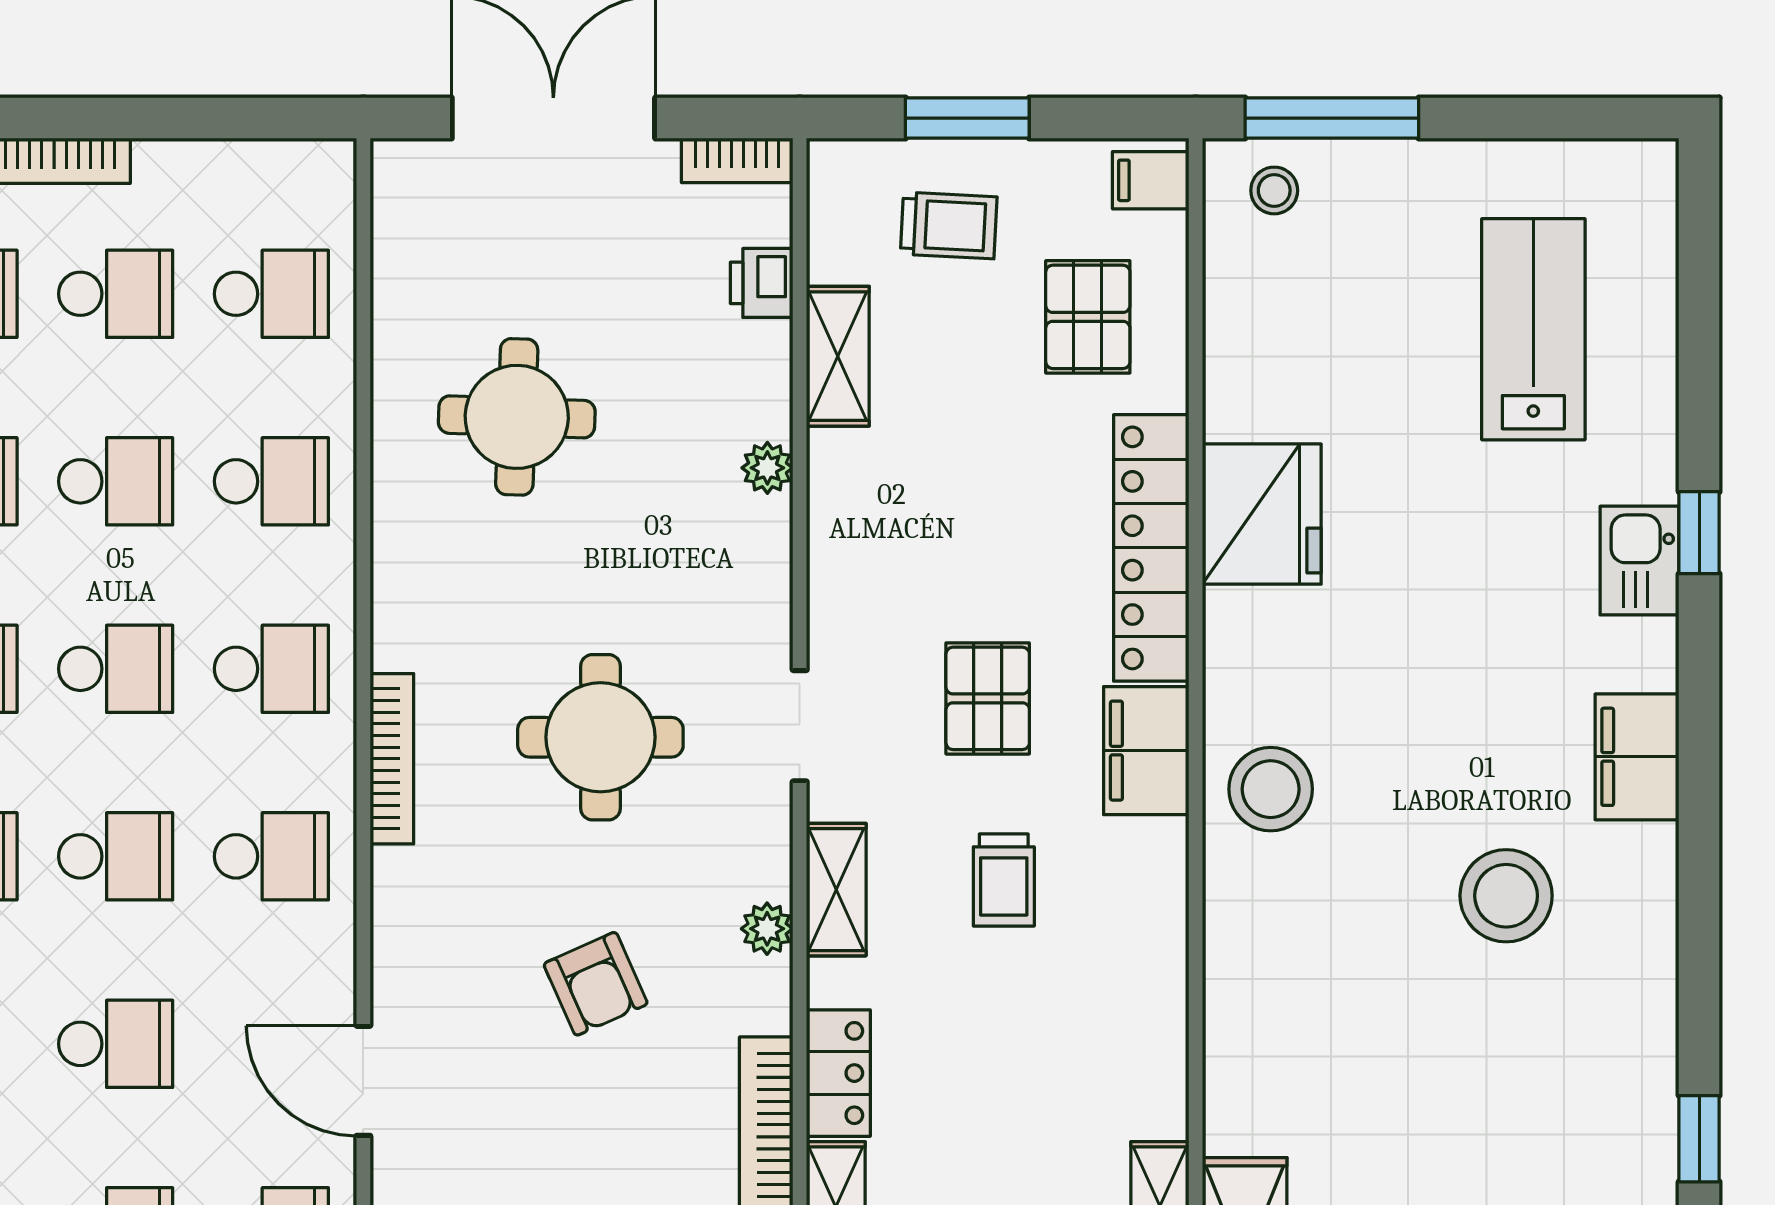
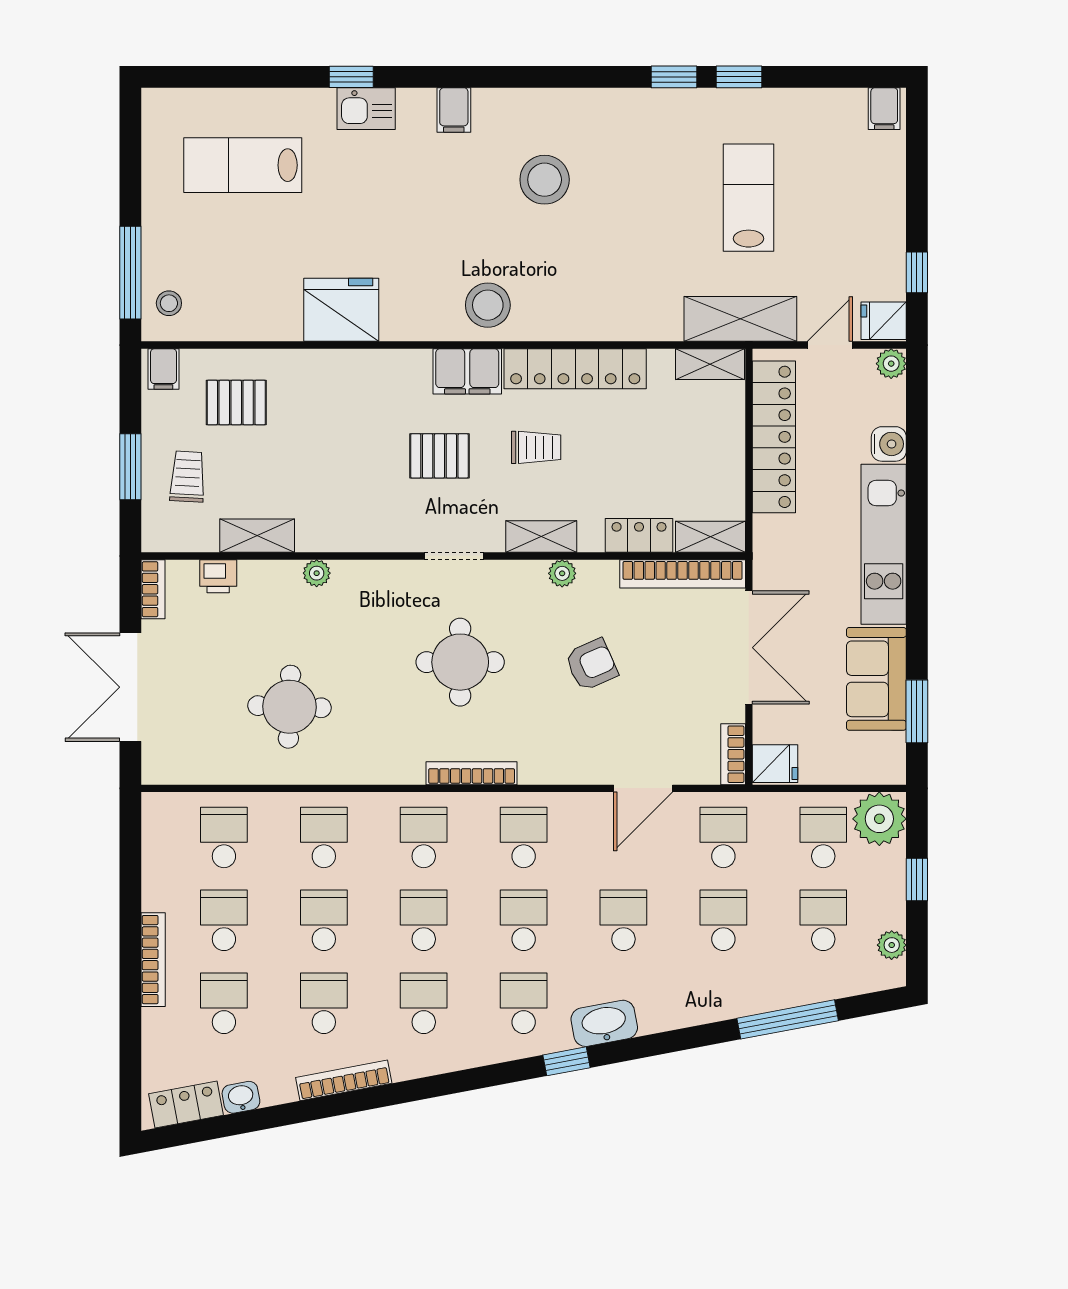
locker: (1151, 548) -> (575, 369), moved
filing cabinet: (1637, 757) -> (454, 110), width x0.50

